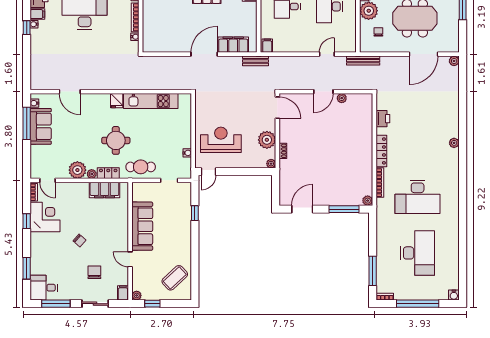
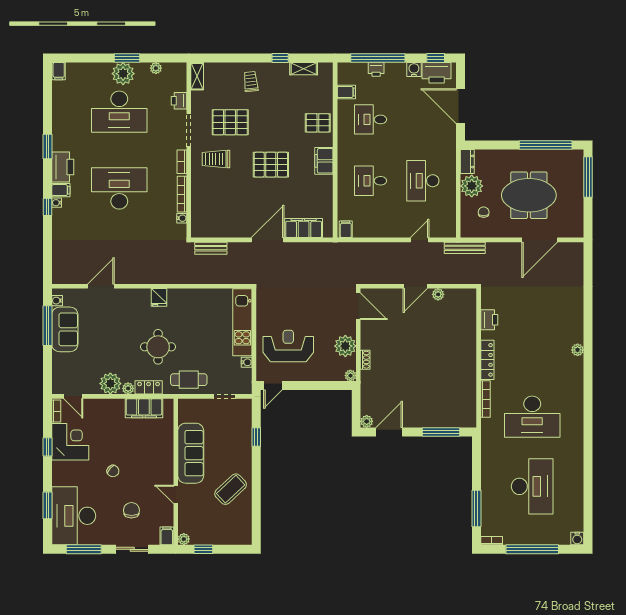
bench: (255, 61) -> (211, 248), moved
plant: (454, 61) -> (577, 248), removed
door: (70, 92) -> (101, 286), swing flipped
kitchen unit: (151, 101) -> (242, 322), moved, turned 90
plant: (368, 201) -> (367, 421), moved
coffee table: (175, 278) -> (231, 489), moved
desk: (44, 288) -> (74, 516), width x1.87, depth x1.30

